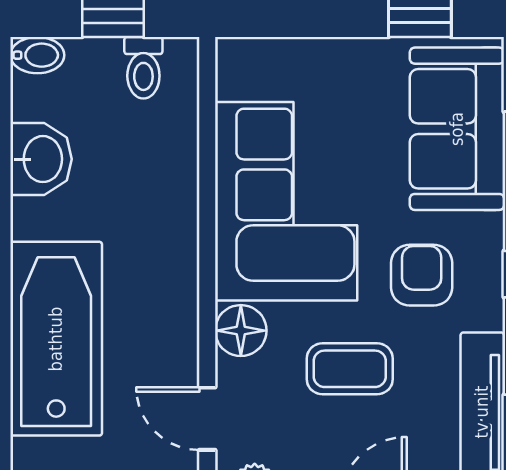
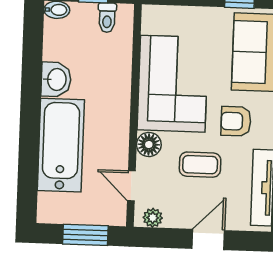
washbasin: (41, 159) -> (56, 79), moved
armchair: (422, 275) -> (236, 121), turned -90

